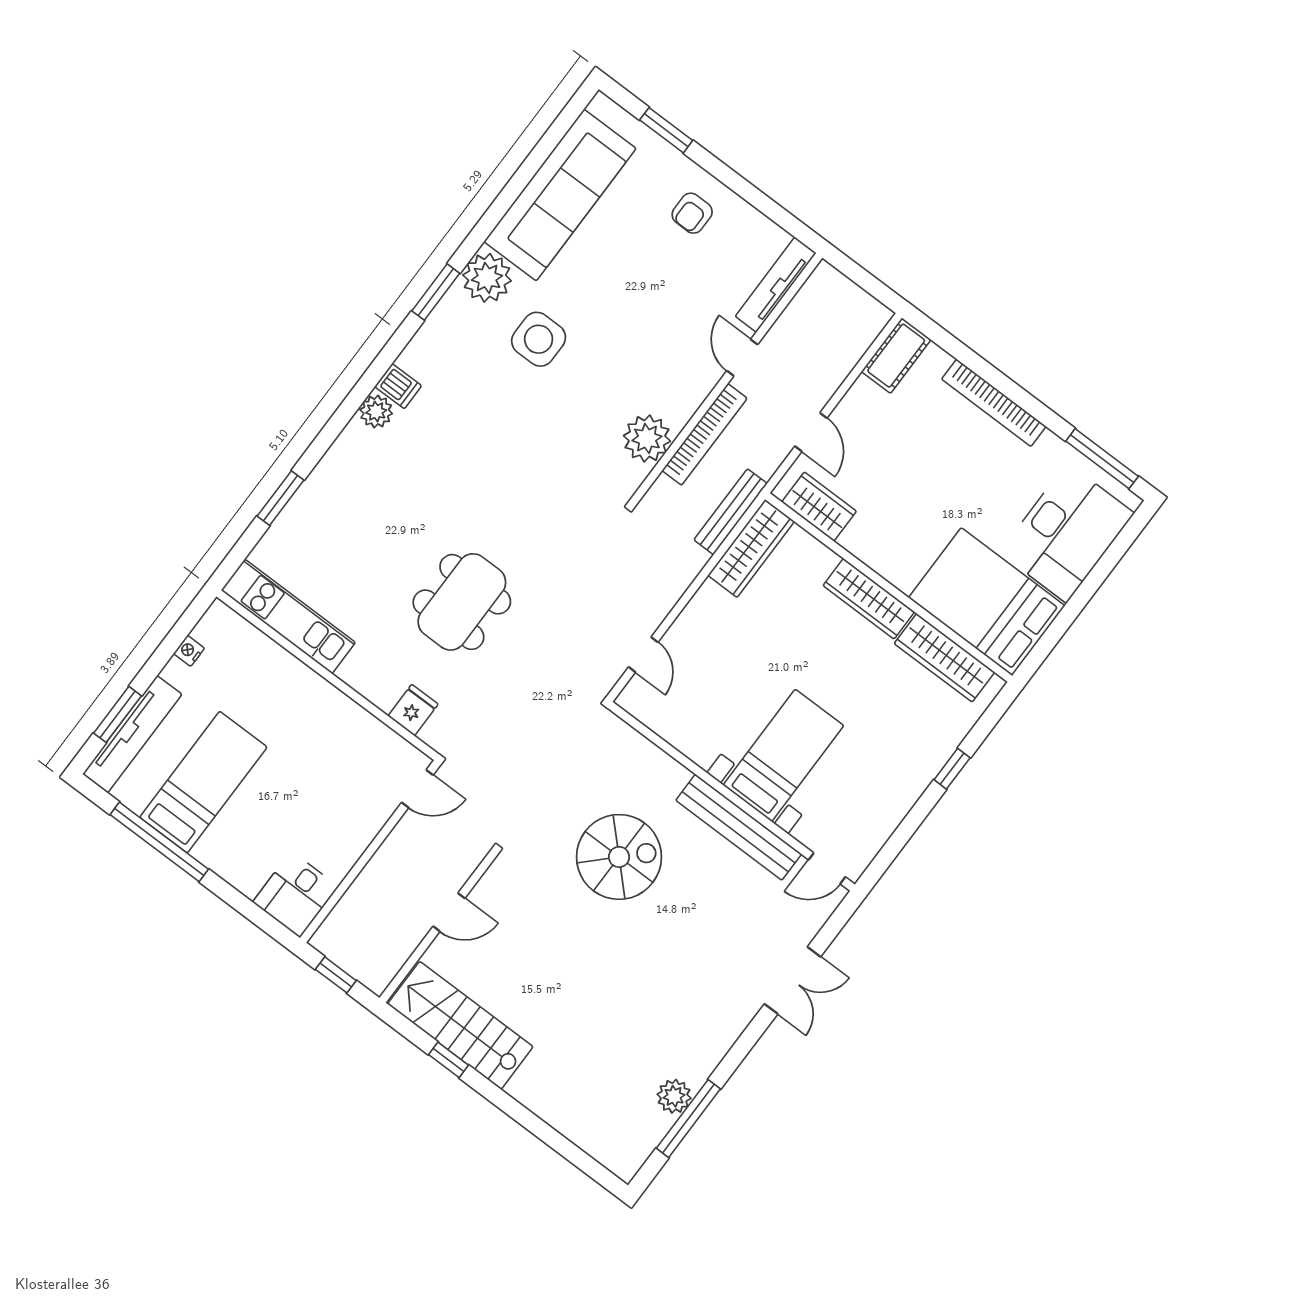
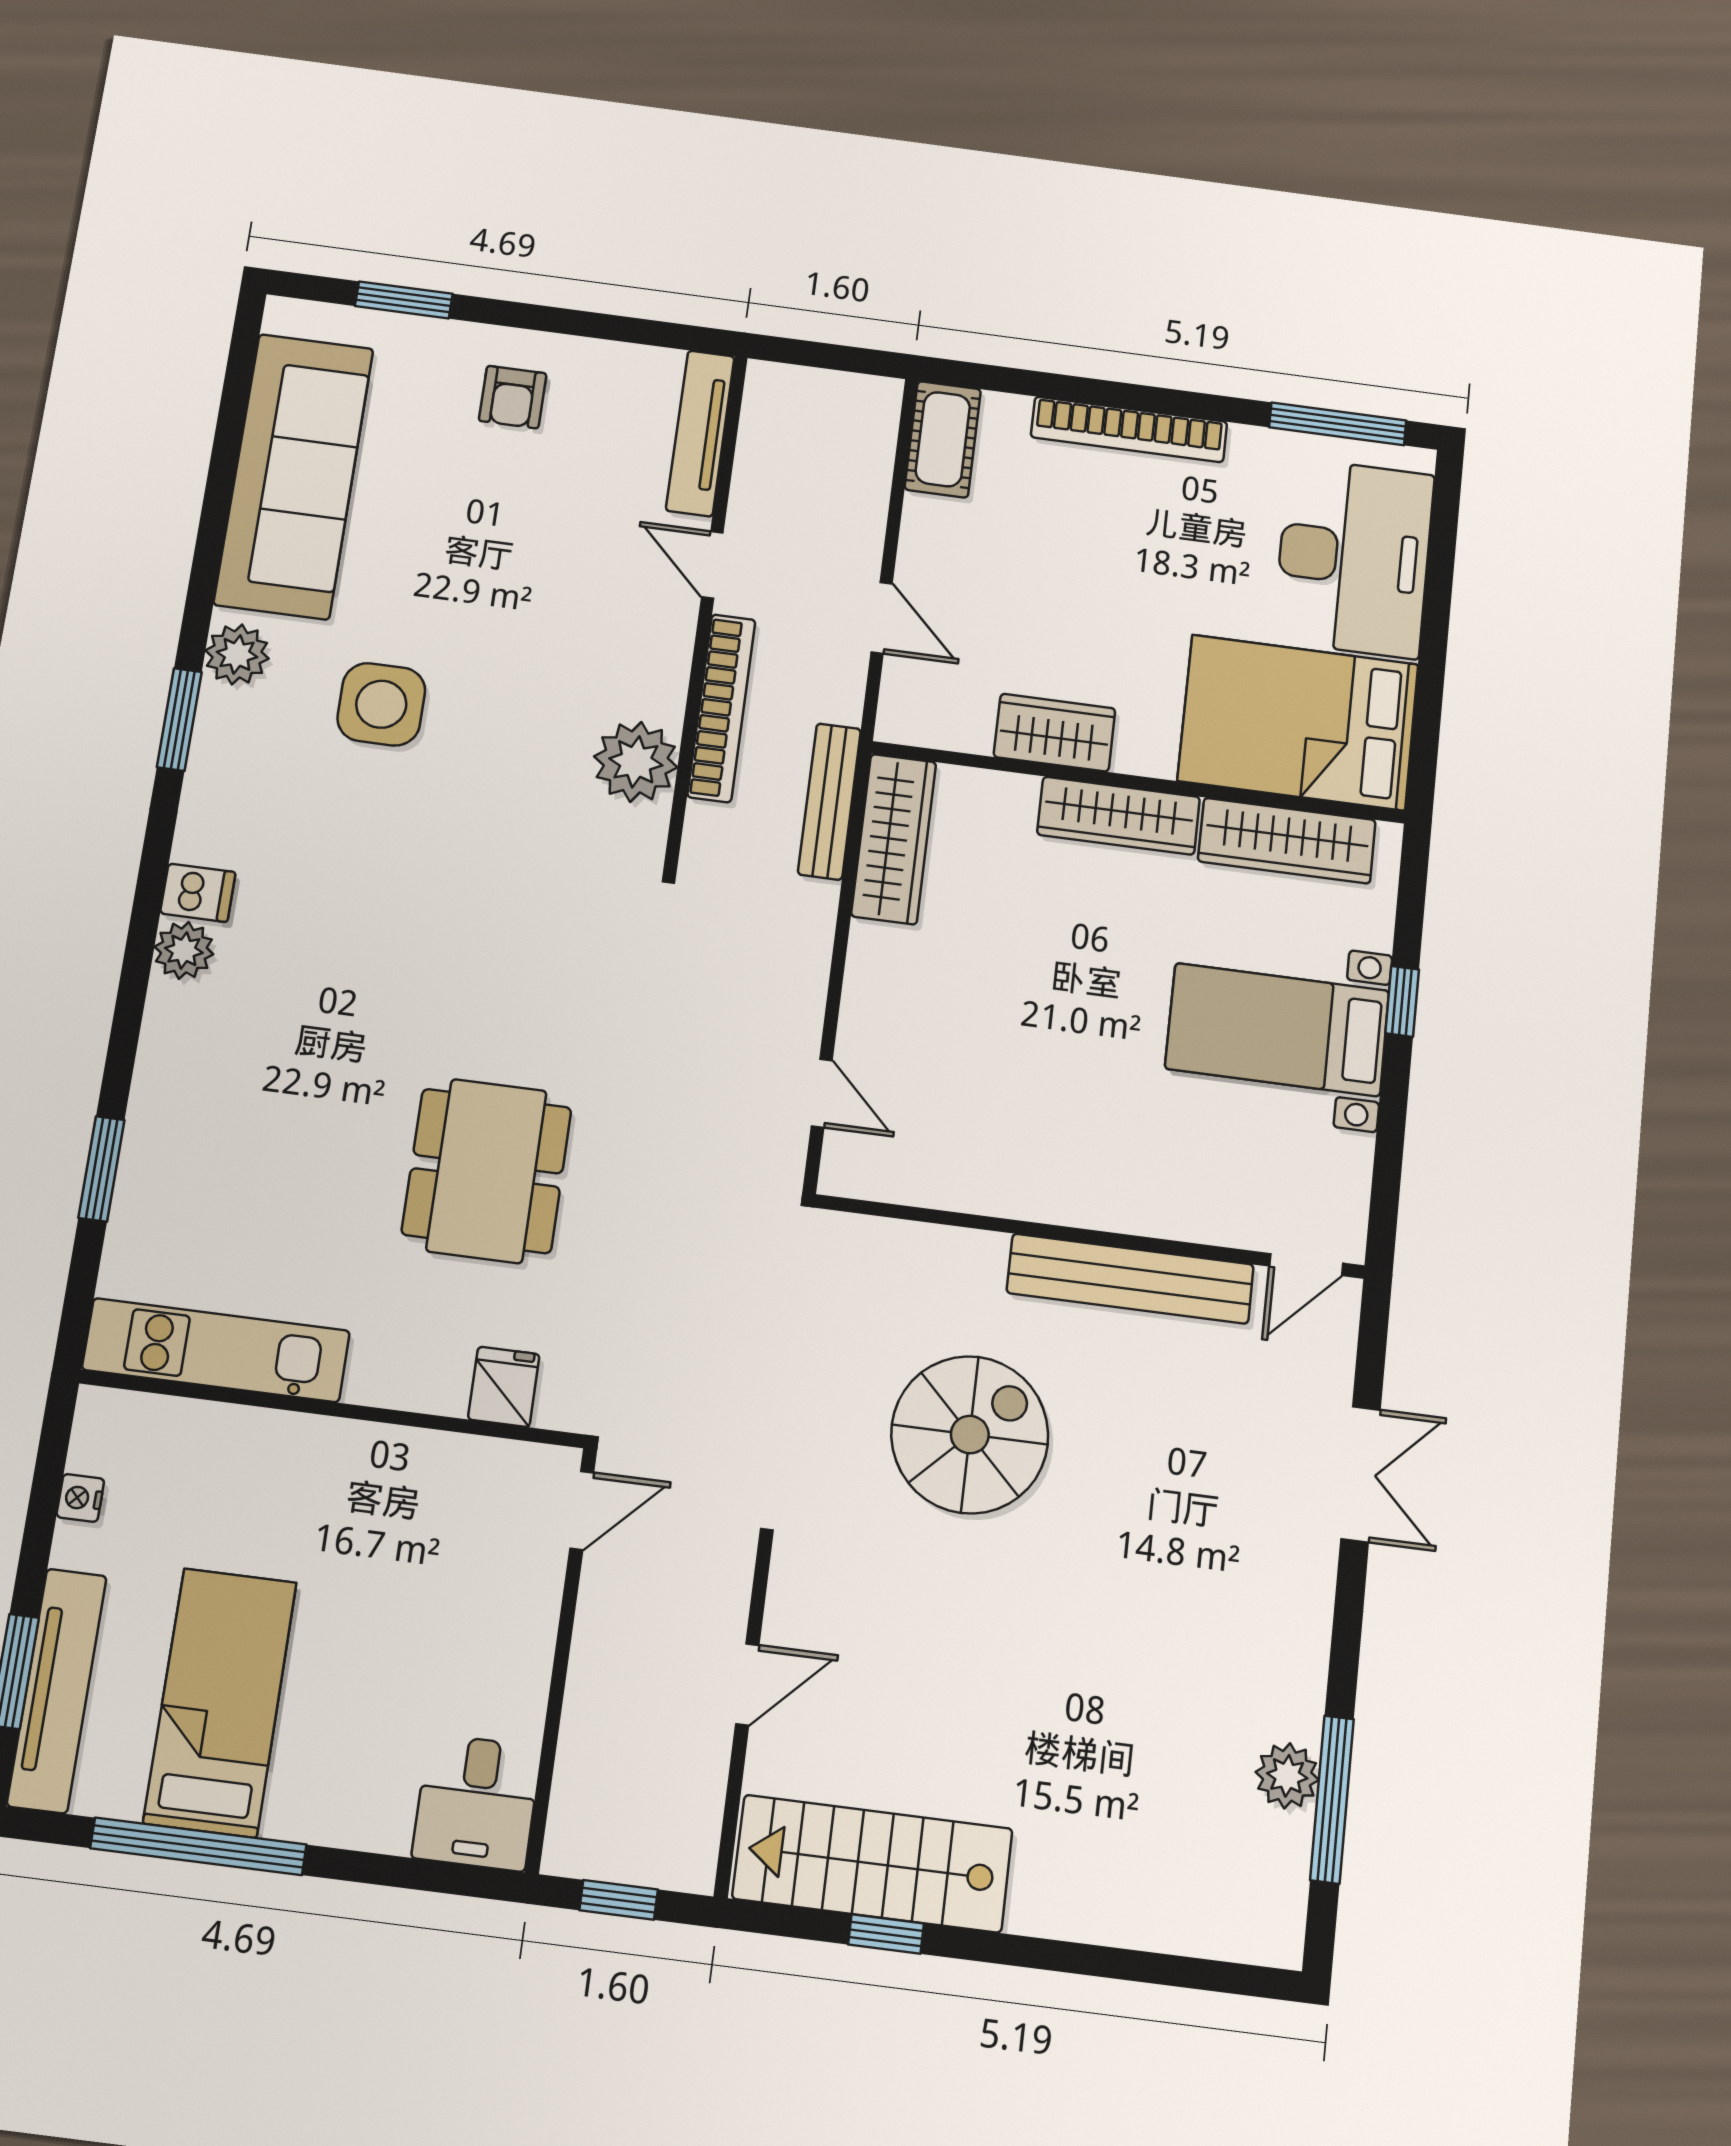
plant: (487, 278) -> (237, 654), width x0.73, depth x0.73
wardrobe: (819, 507) -> (1055, 733), moved
bed with nightstands: (783, 755) -> (1277, 1030), moved, turned -90

